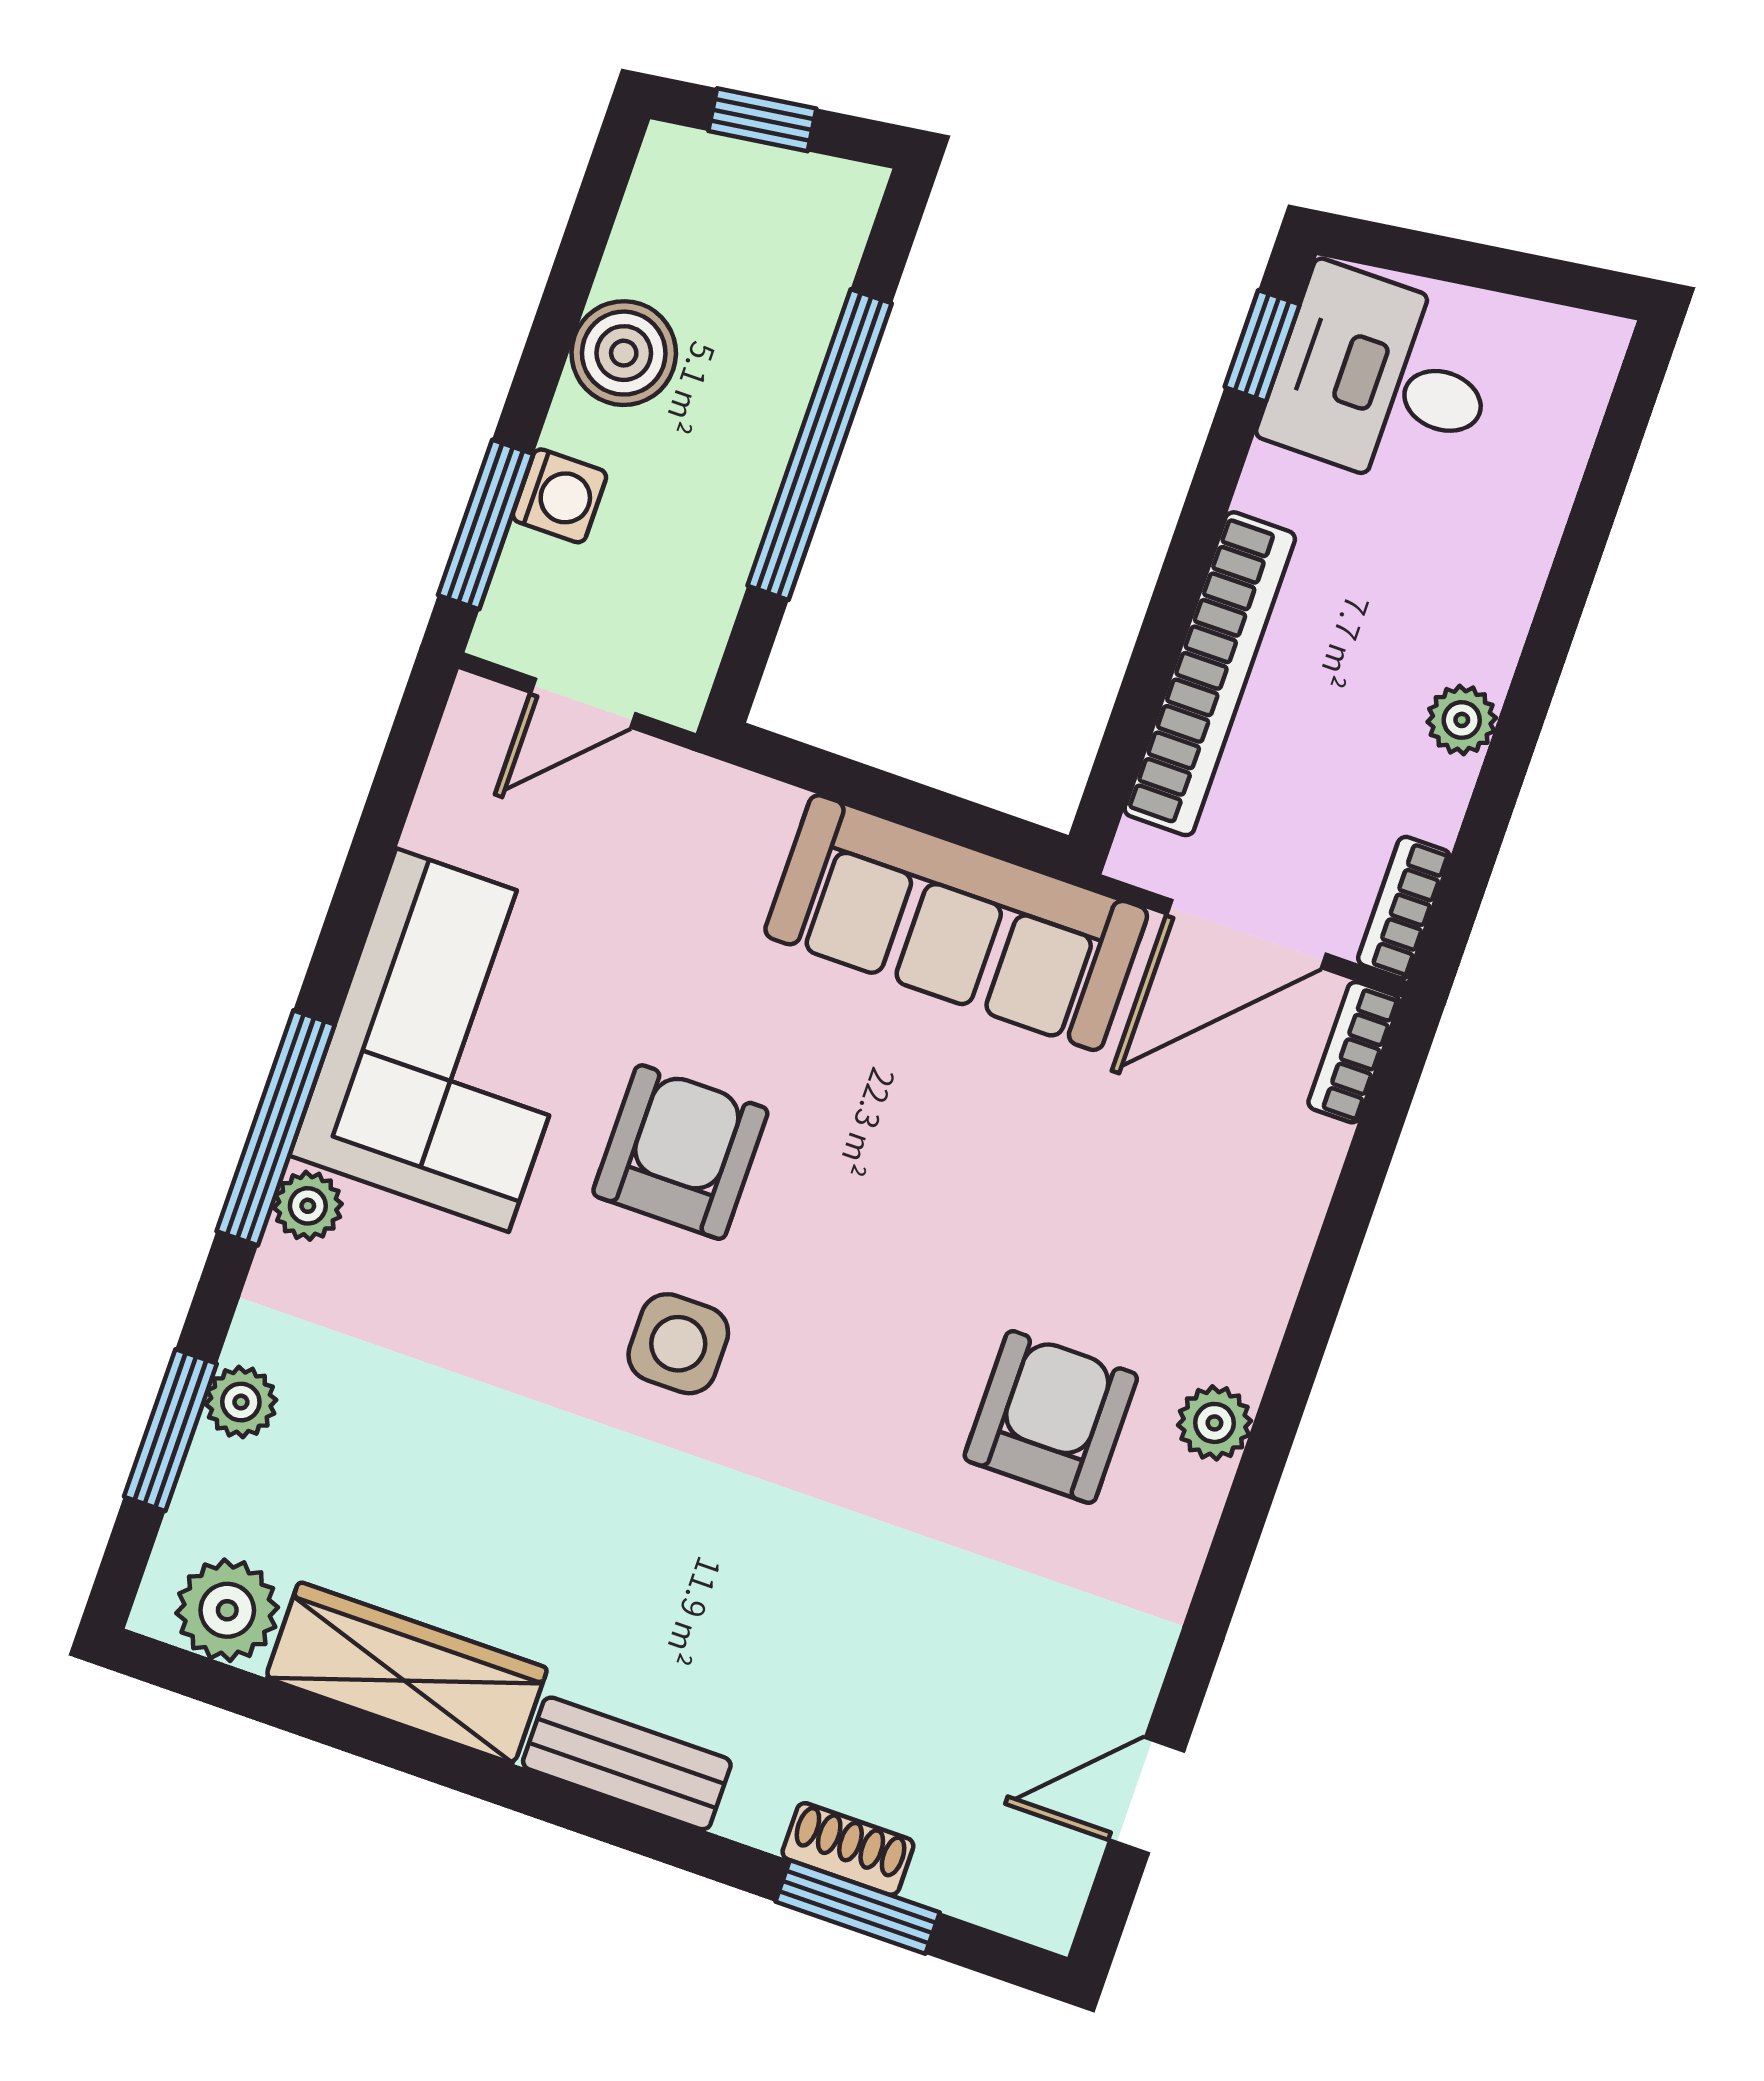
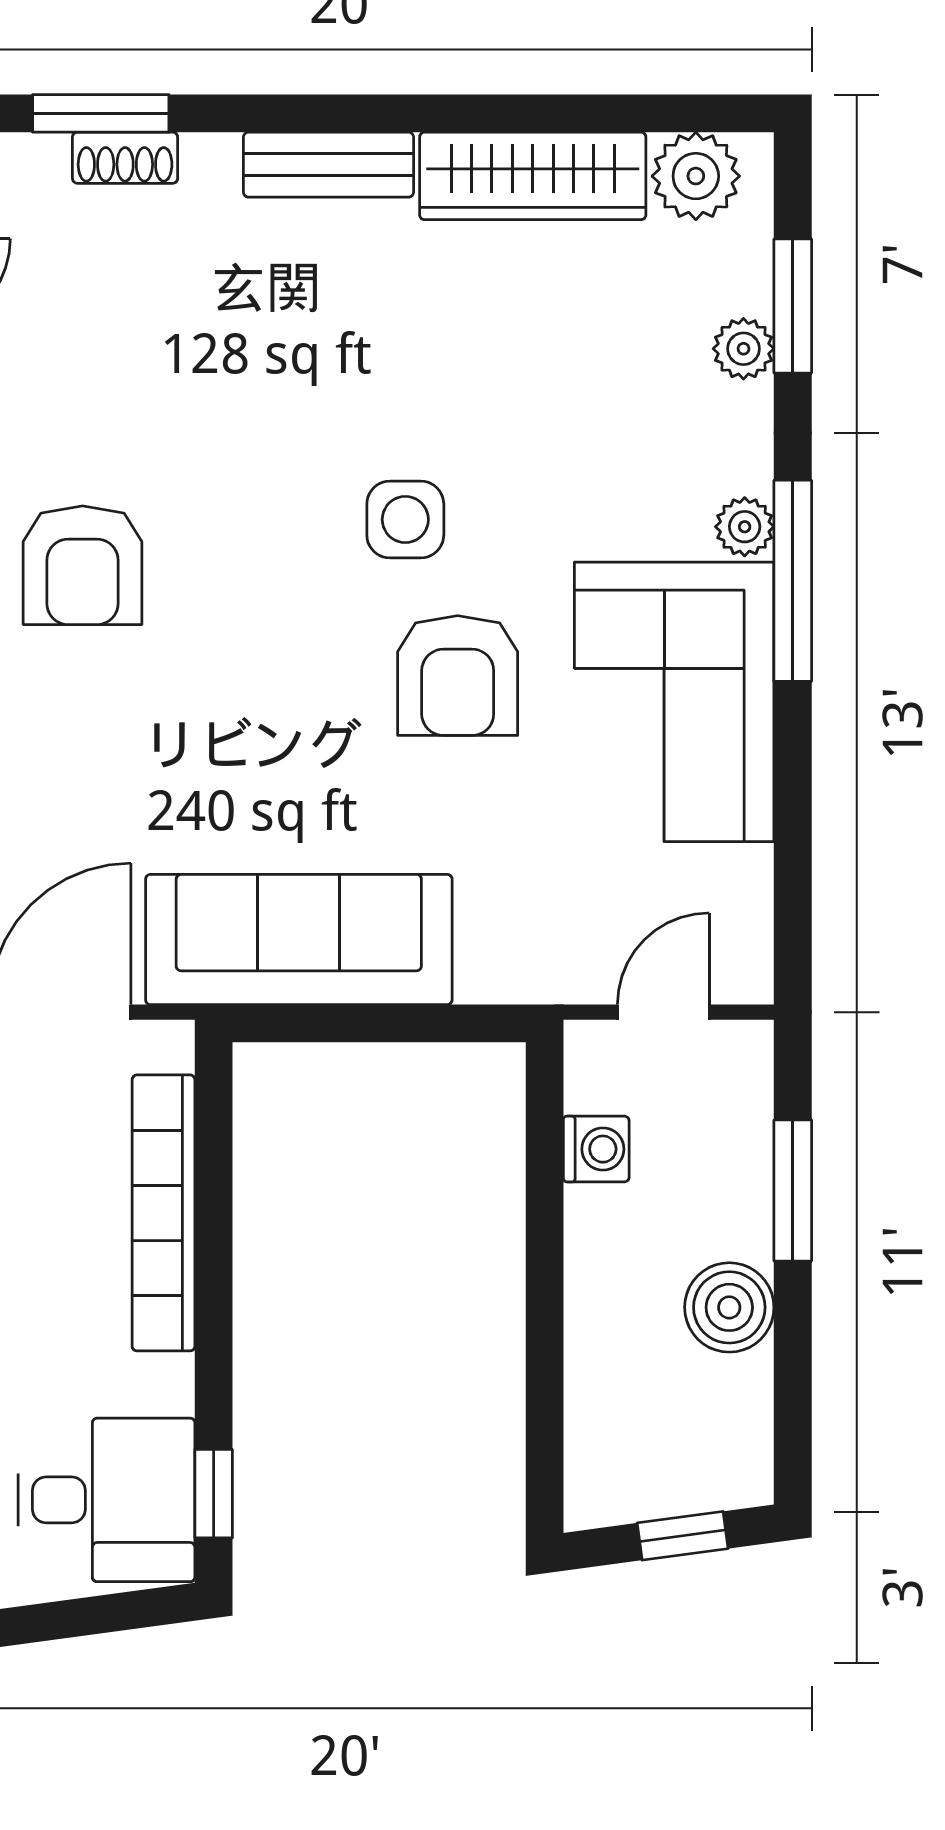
window: (820, 445) -> (545, 1289), removed
washing machine: (560, 496) -> (596, 1149), moved, turned 180
window: (486, 525) -> (793, 1190), moved

